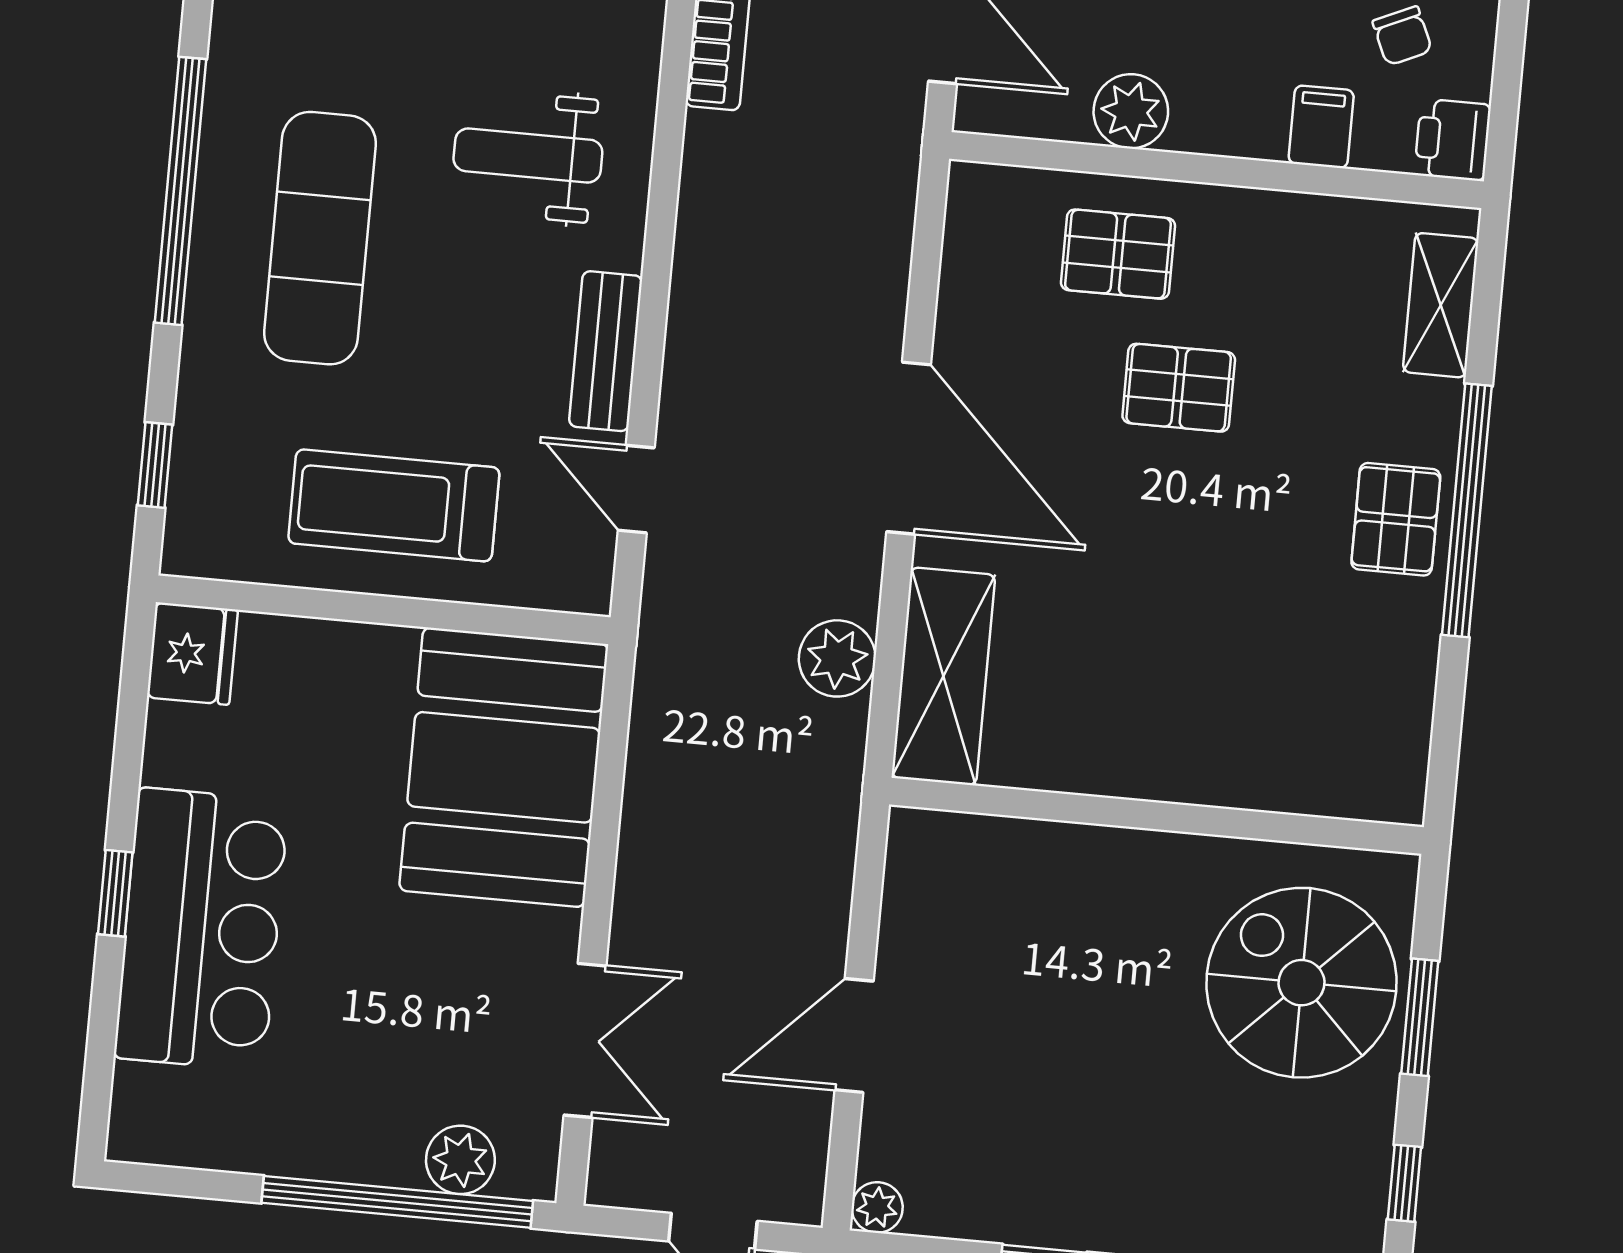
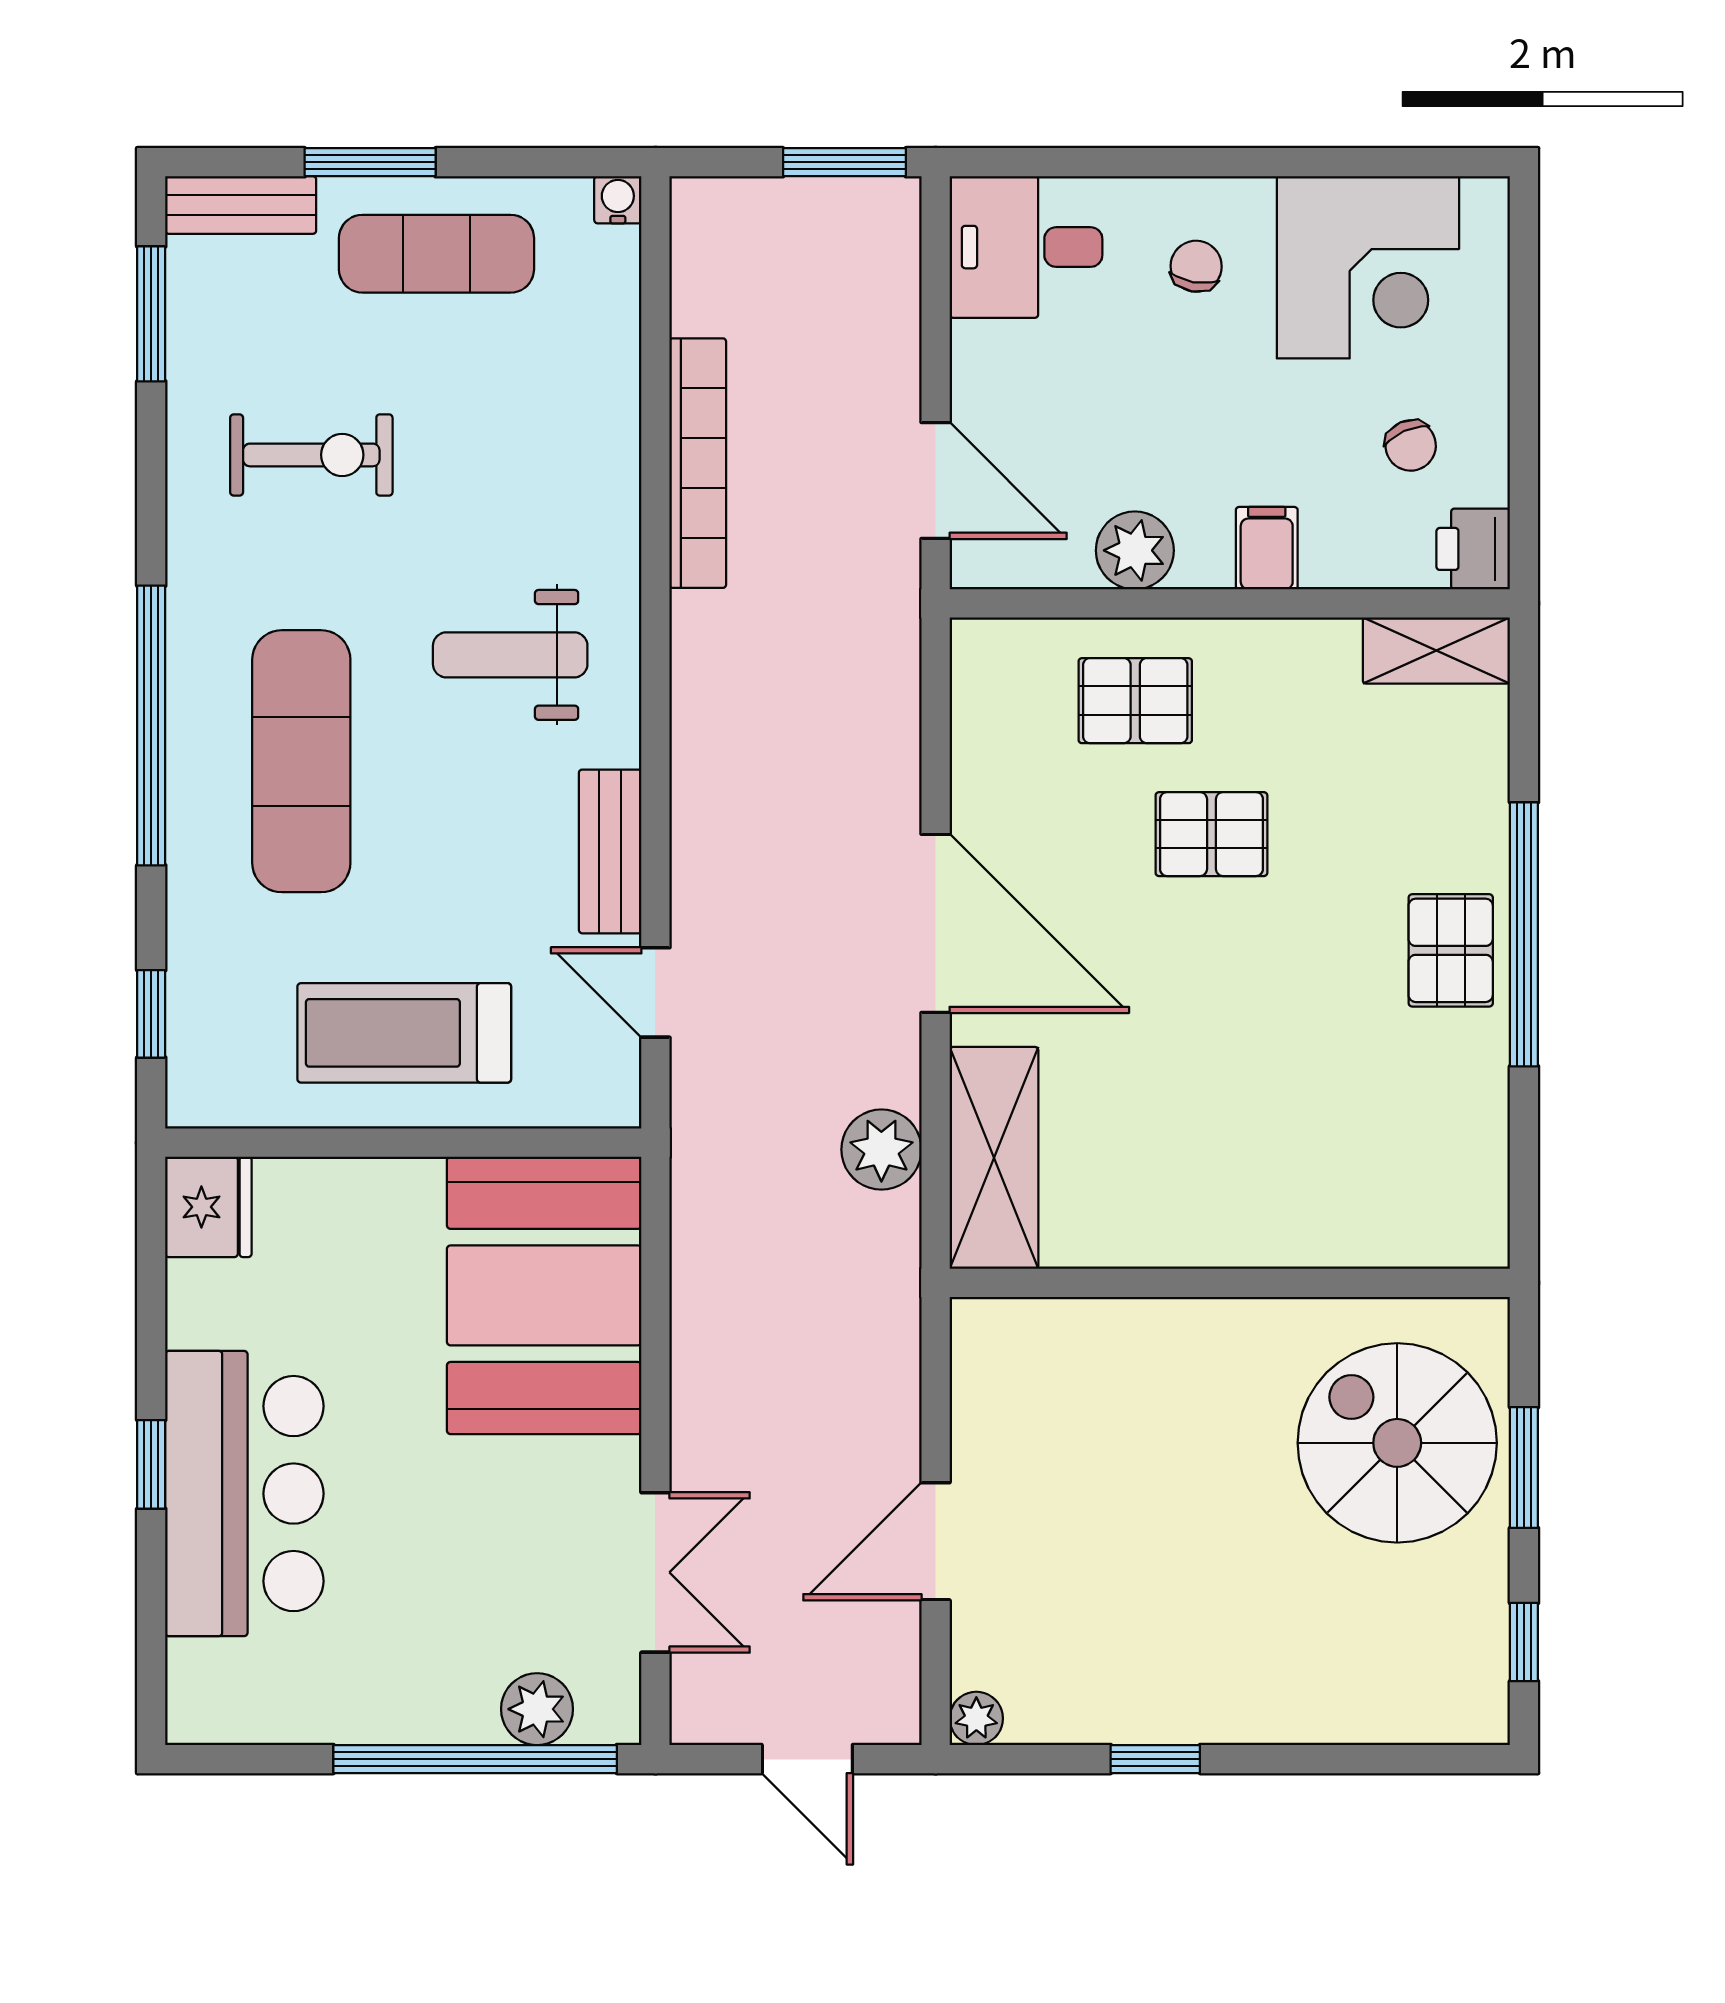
filing cabinet: (1321, 127) -> (1267, 548), moved
shelving: (1441, 305) -> (1436, 651), moved, turned 90

